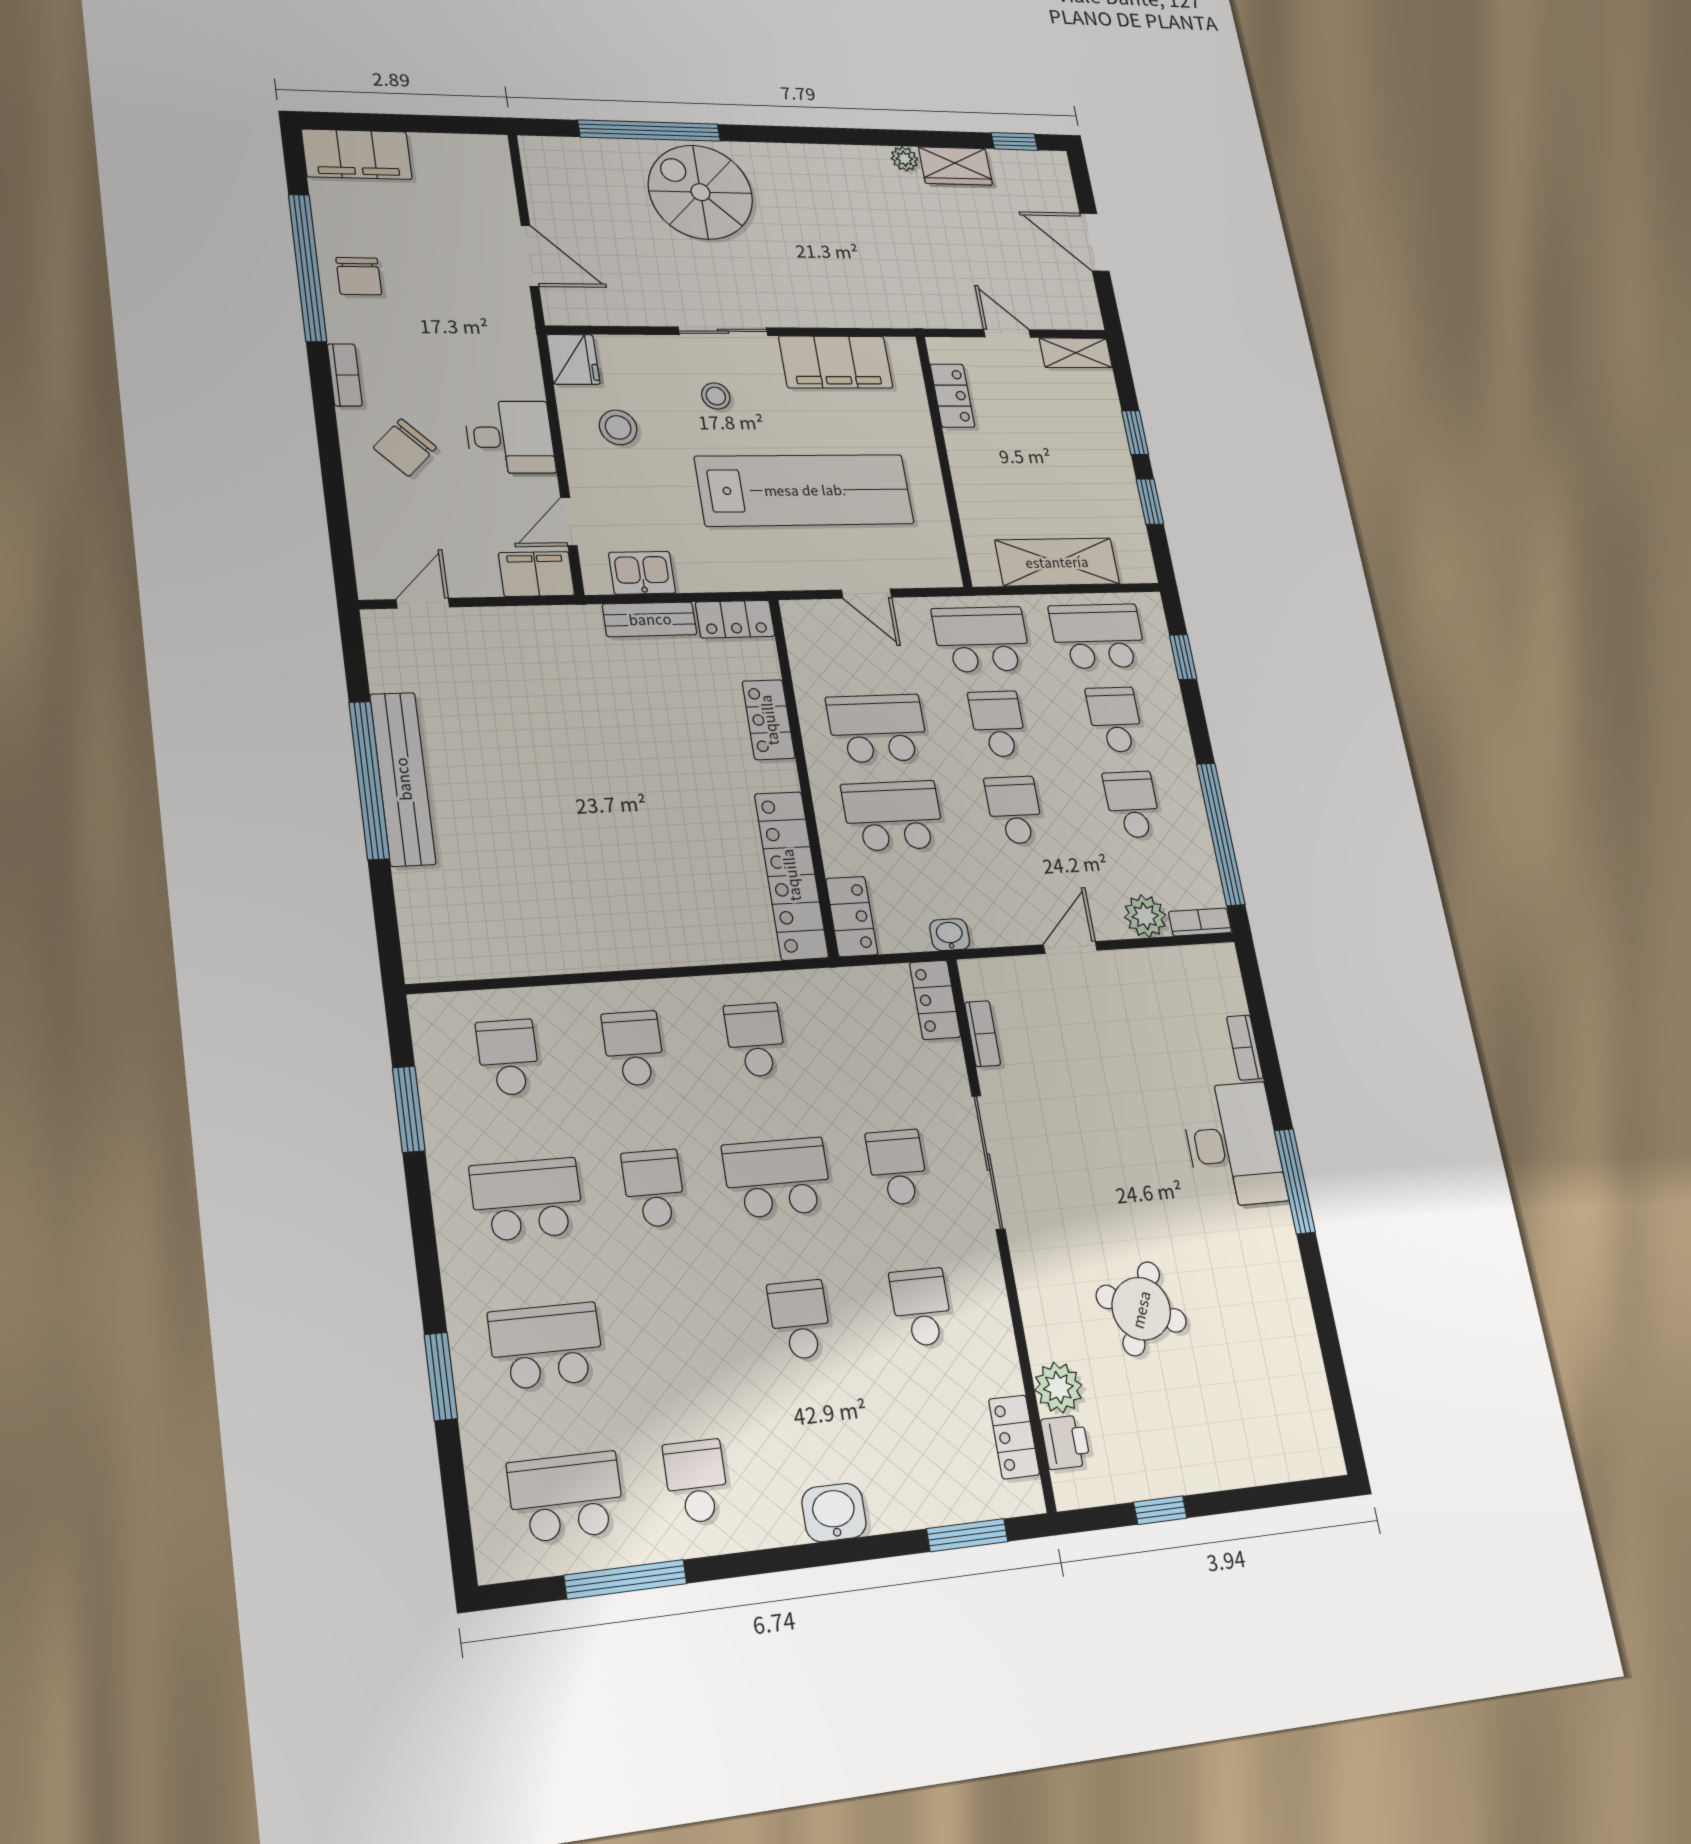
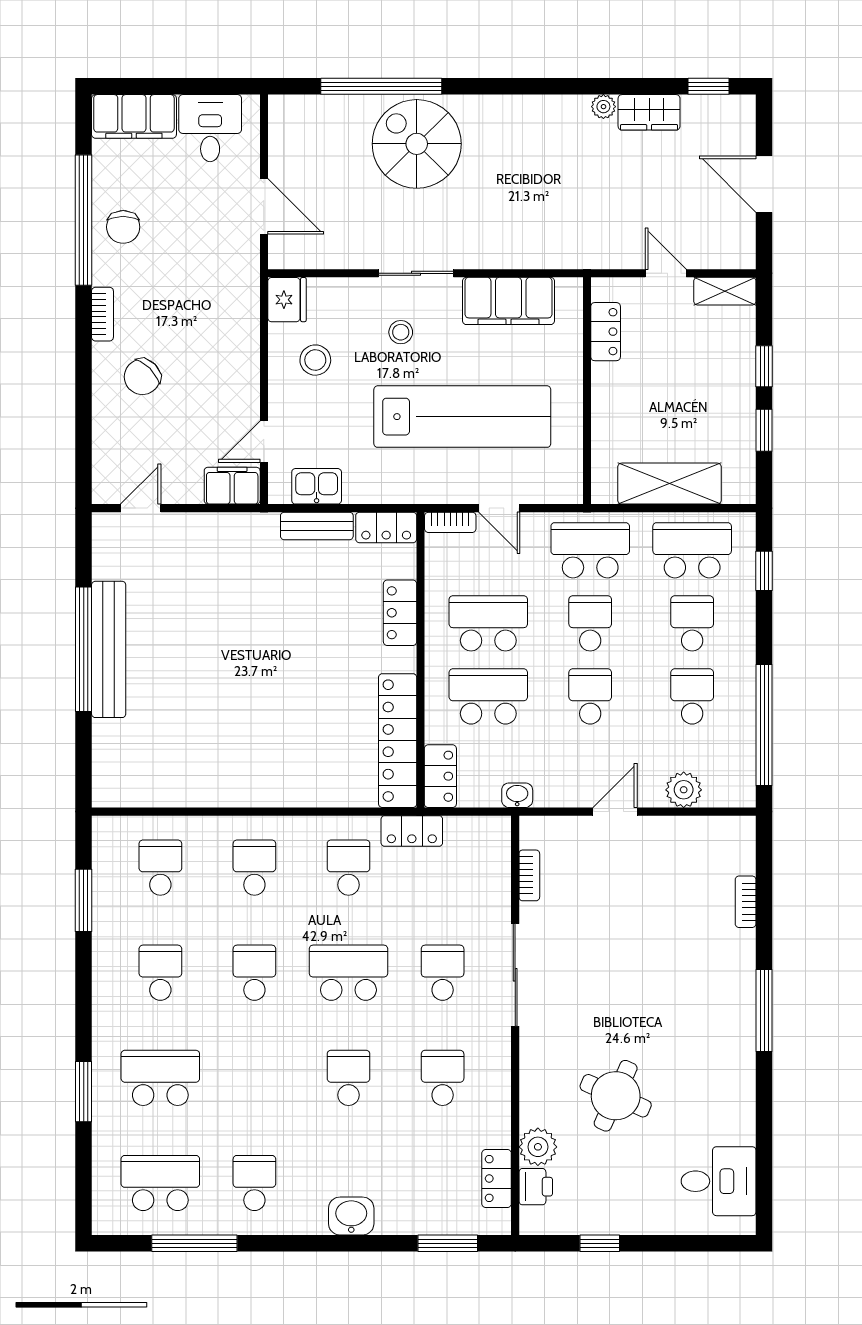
desk: (510, 437) -> (210, 128), moved, turned -90
bookcase: (1200, 922) -> (450, 522), moved, turned 180
locker: (935, 1000) -> (412, 831), moved, turned -90
desk: (1233, 1145) -> (719, 1181), moved, width x0.73
school desk: (527, 1199) -> (160, 973), width x0.54

